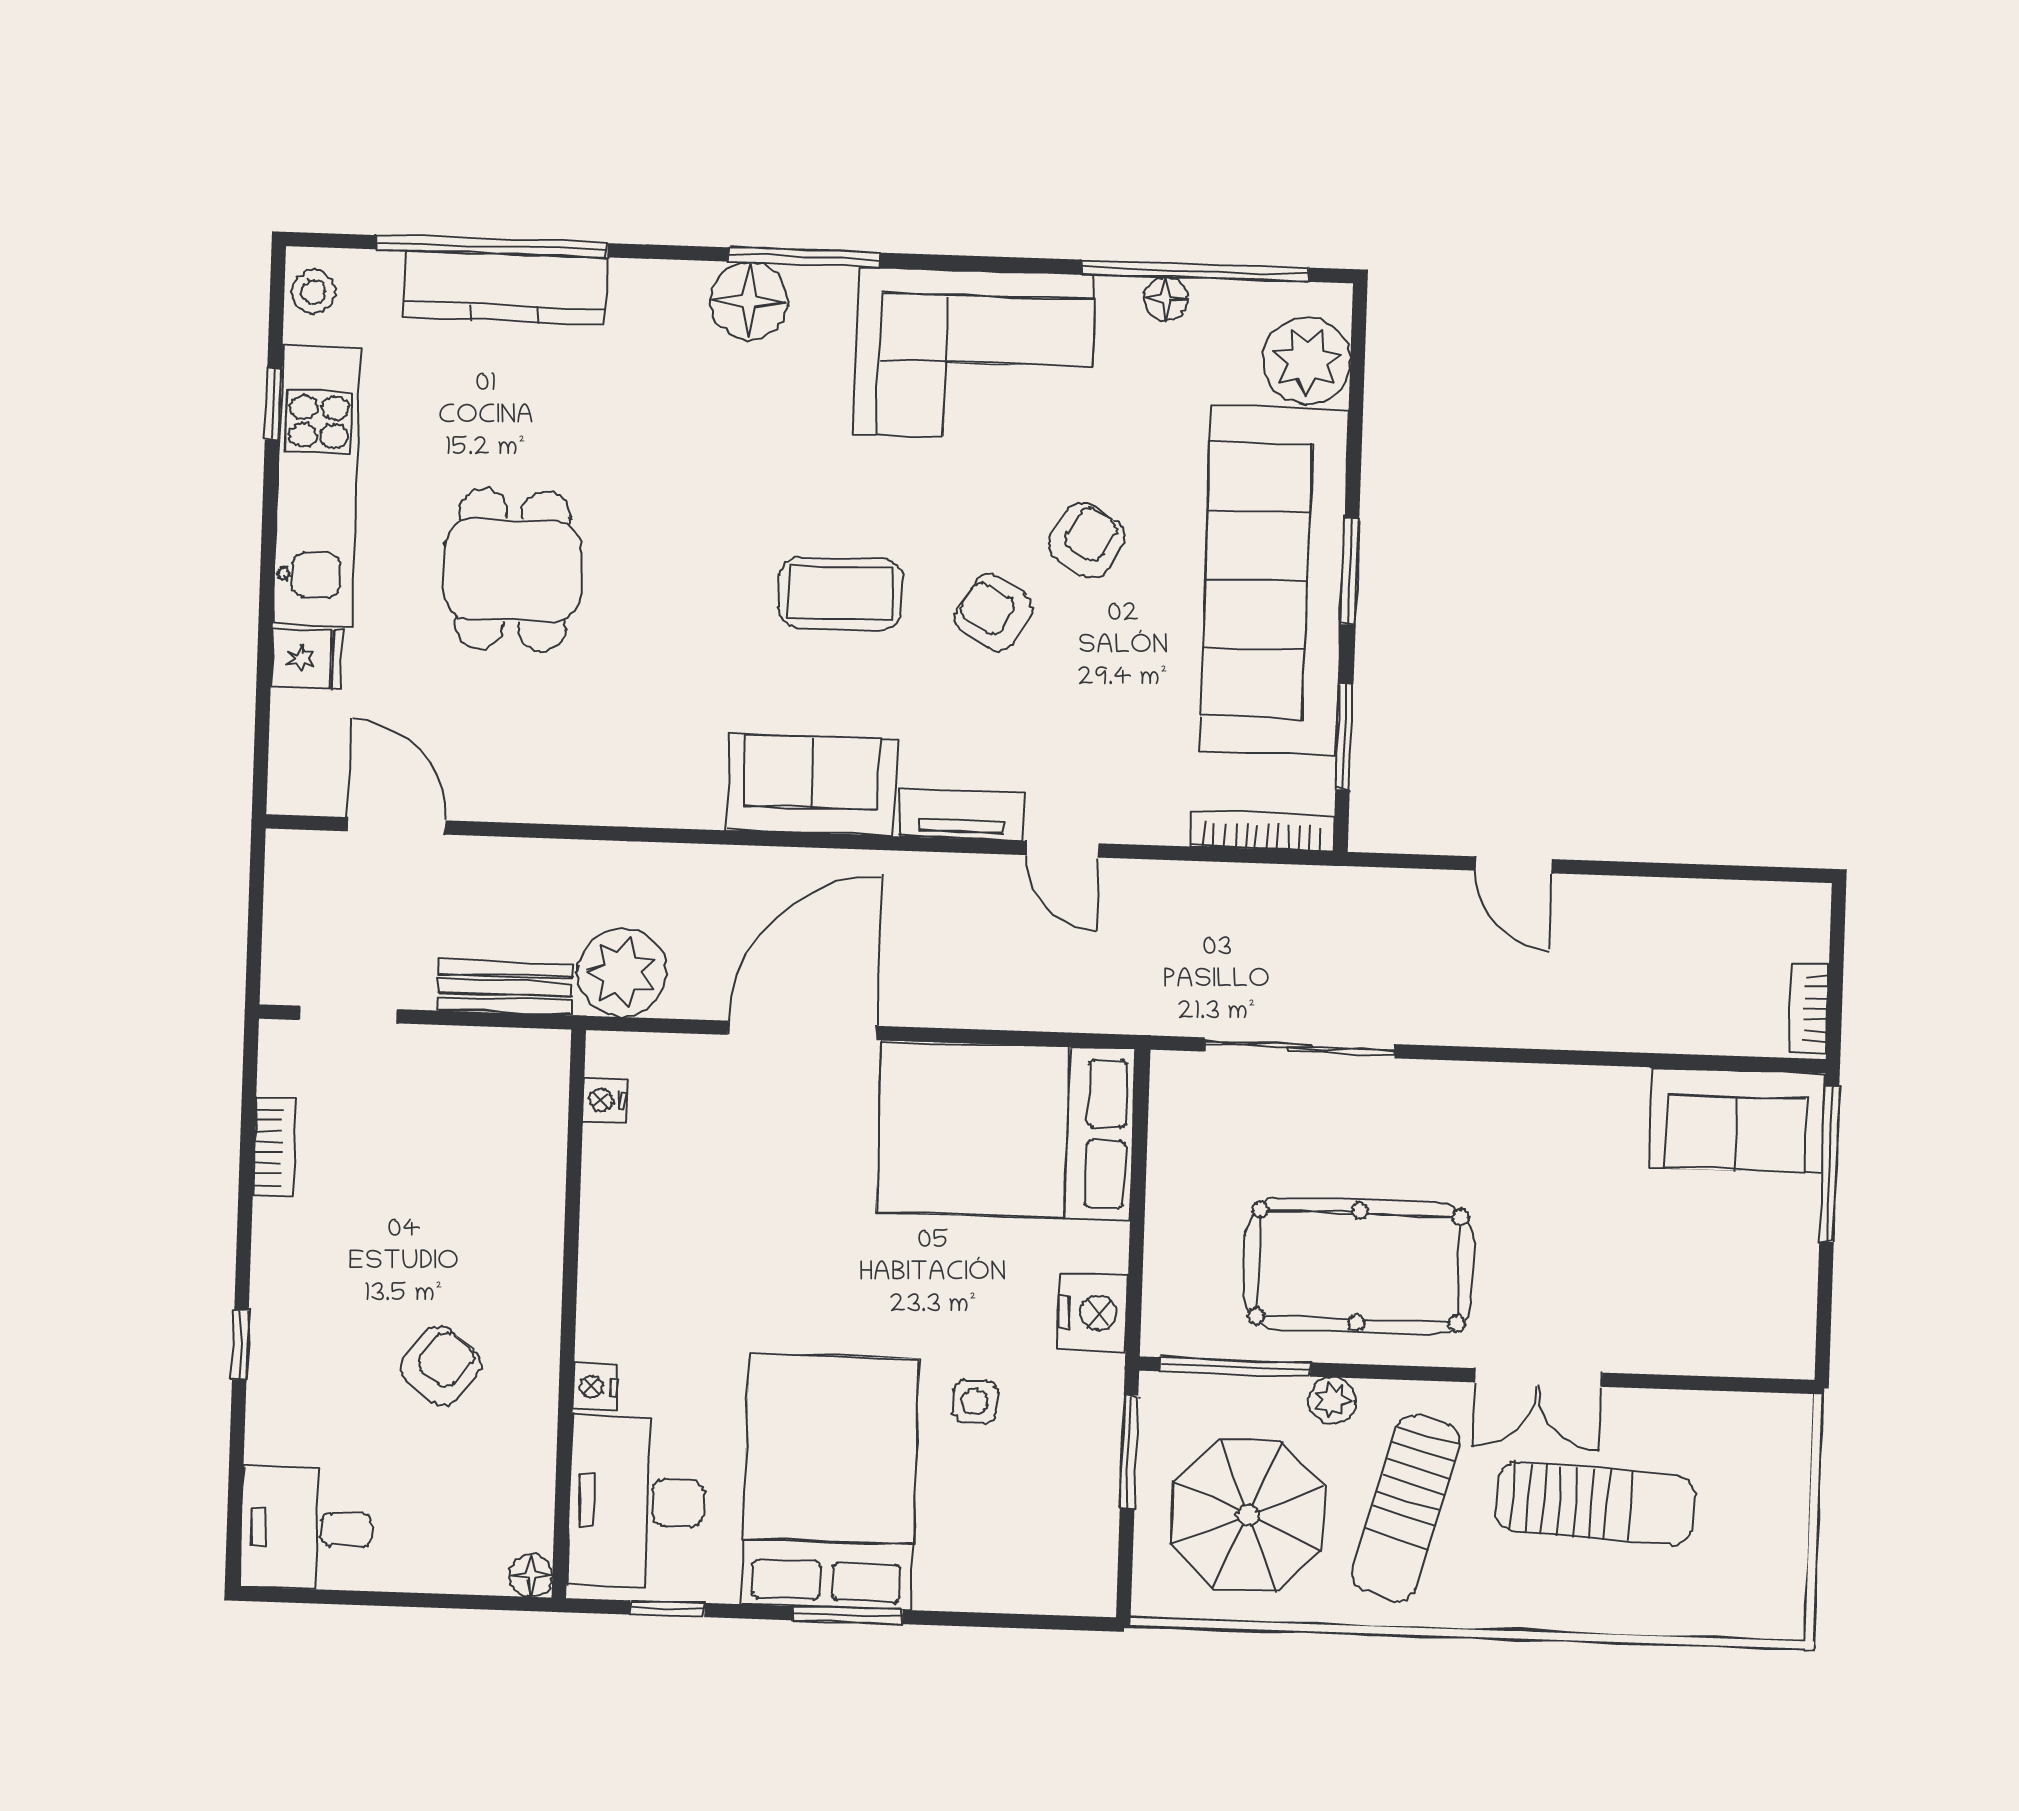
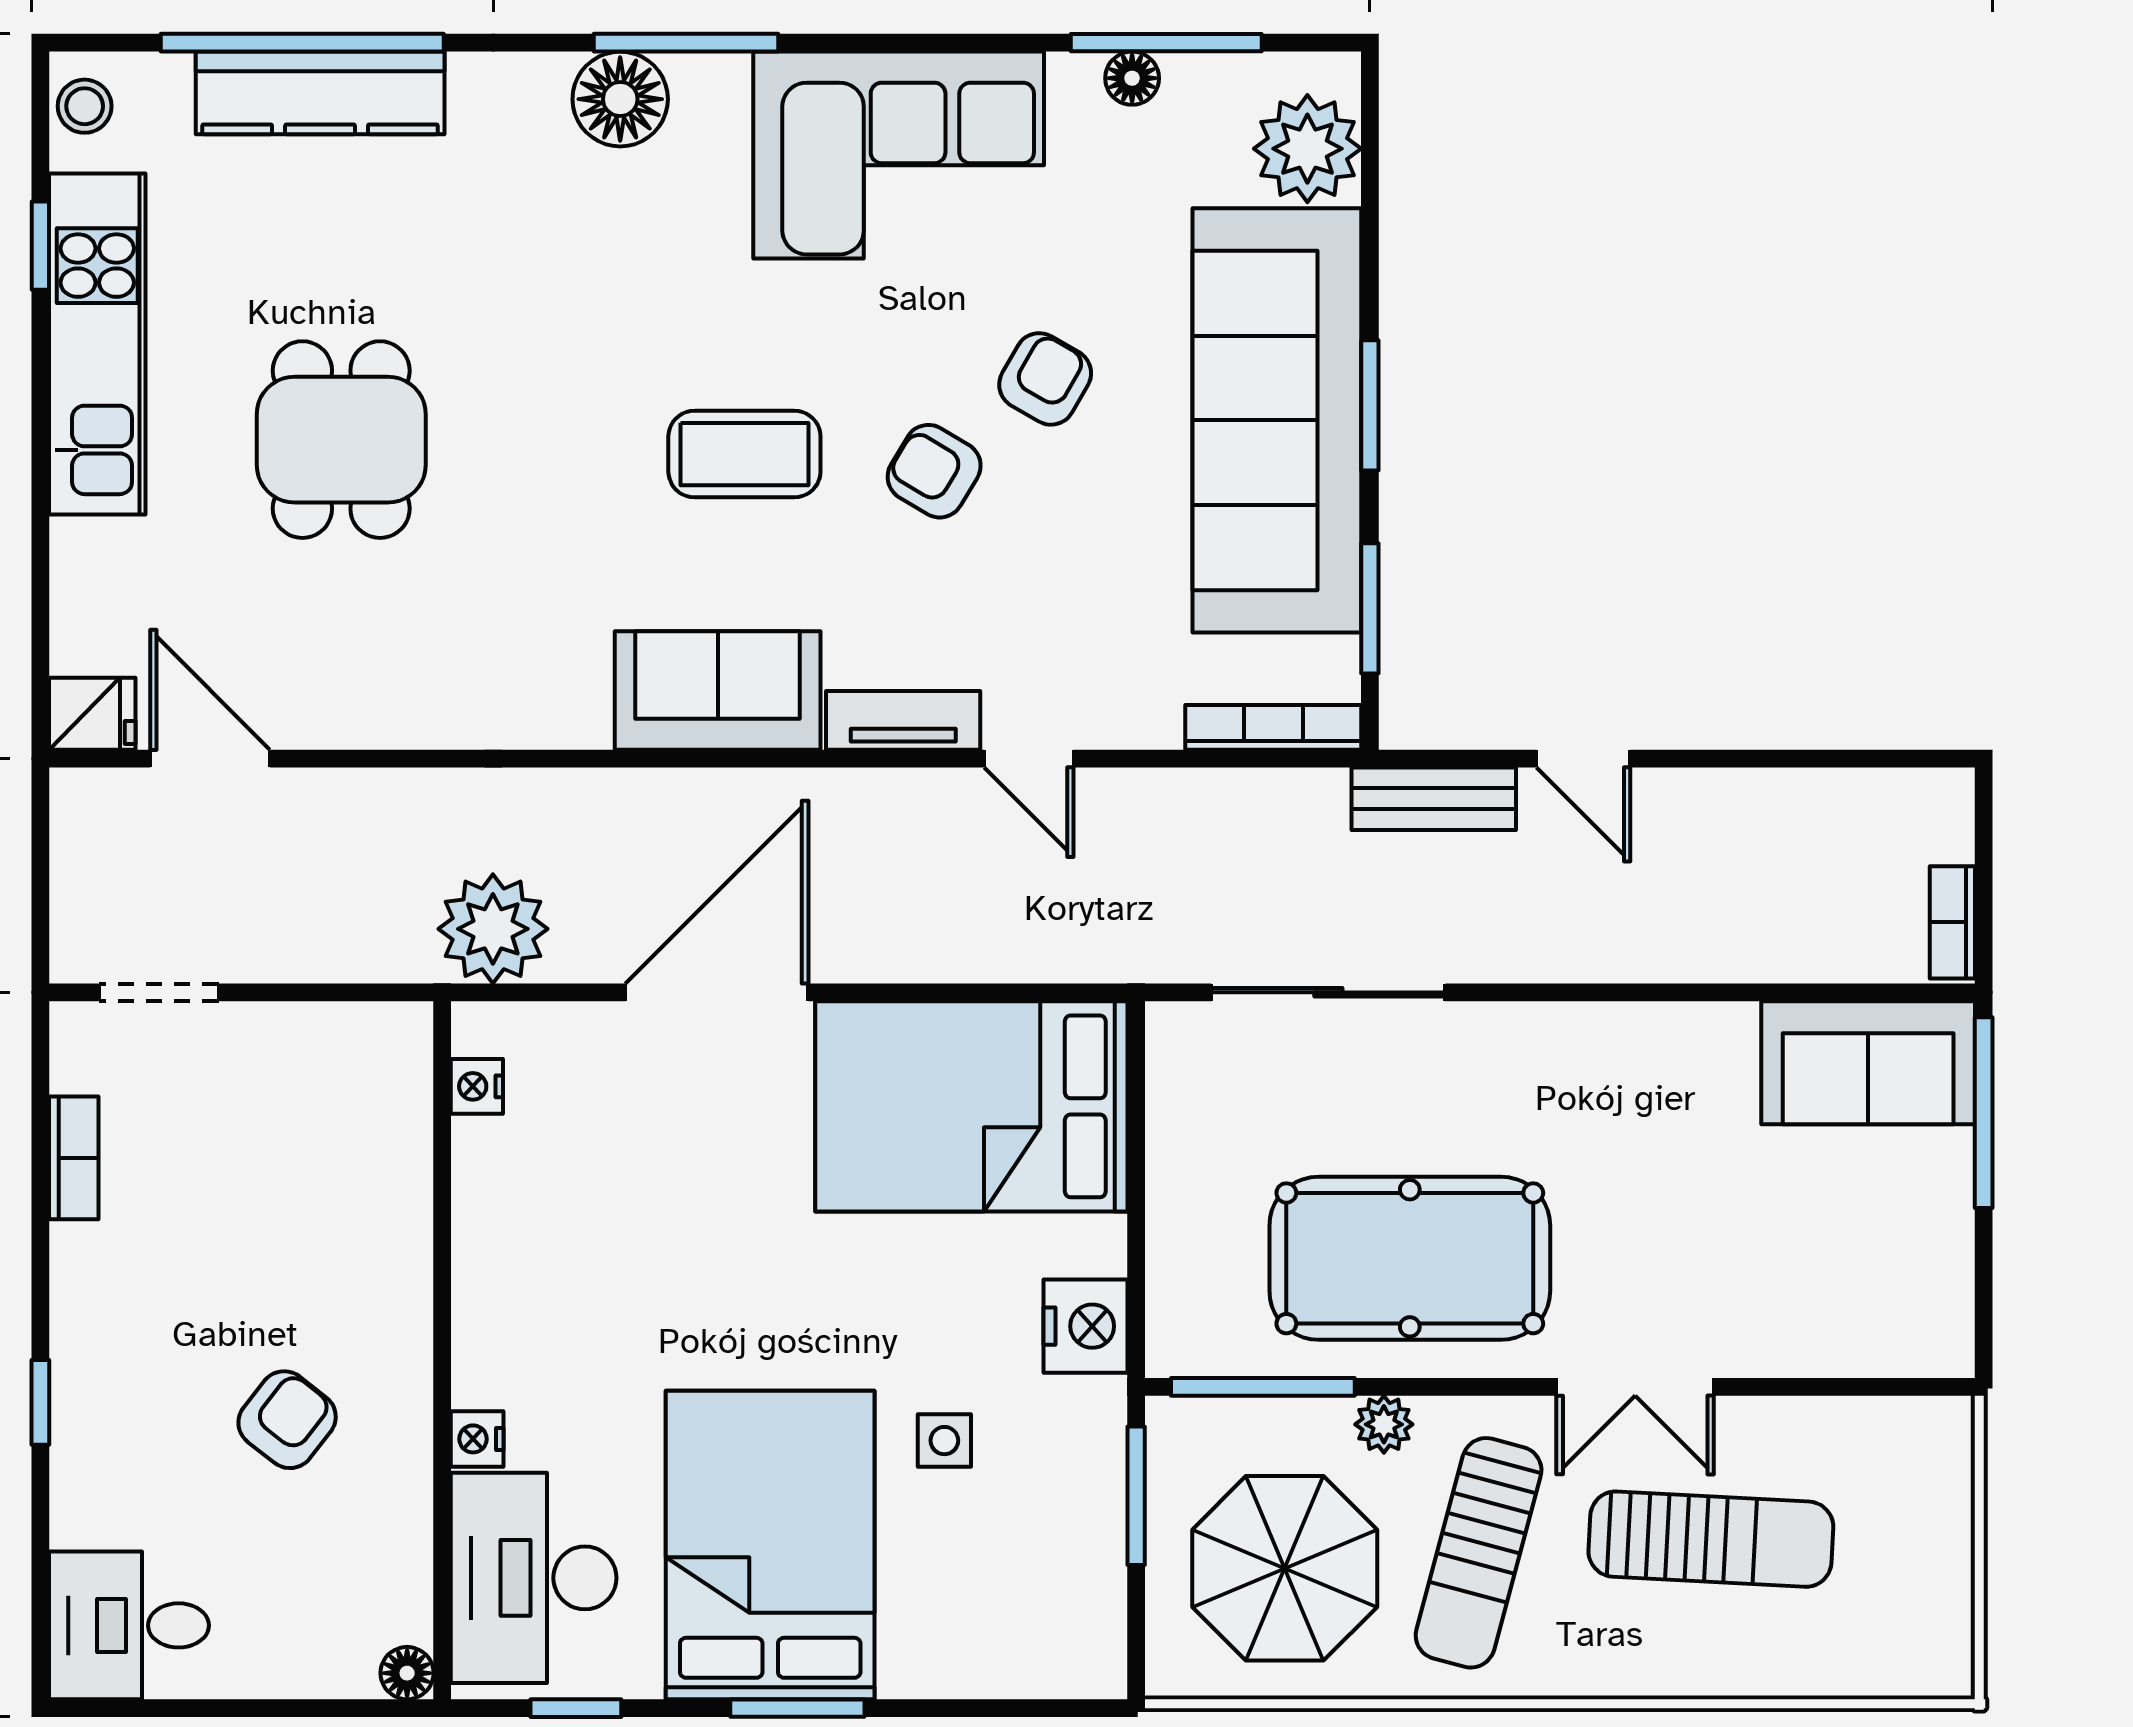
window: (1195, 271) -> (1166, 43), width x0.68
fridge: (307, 658) -> (92, 714), moved
bench: (505, 987) -> (1434, 799), moved

